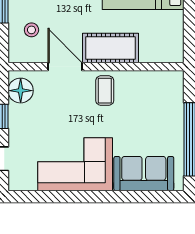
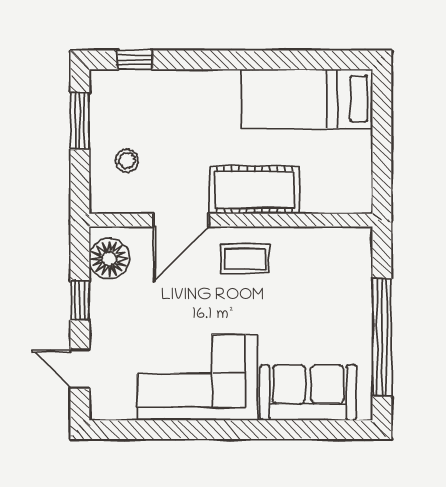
door: (65, 67) -> (181, 220), swing flipped
coffee table: (105, 91) -> (245, 259), turned 90

